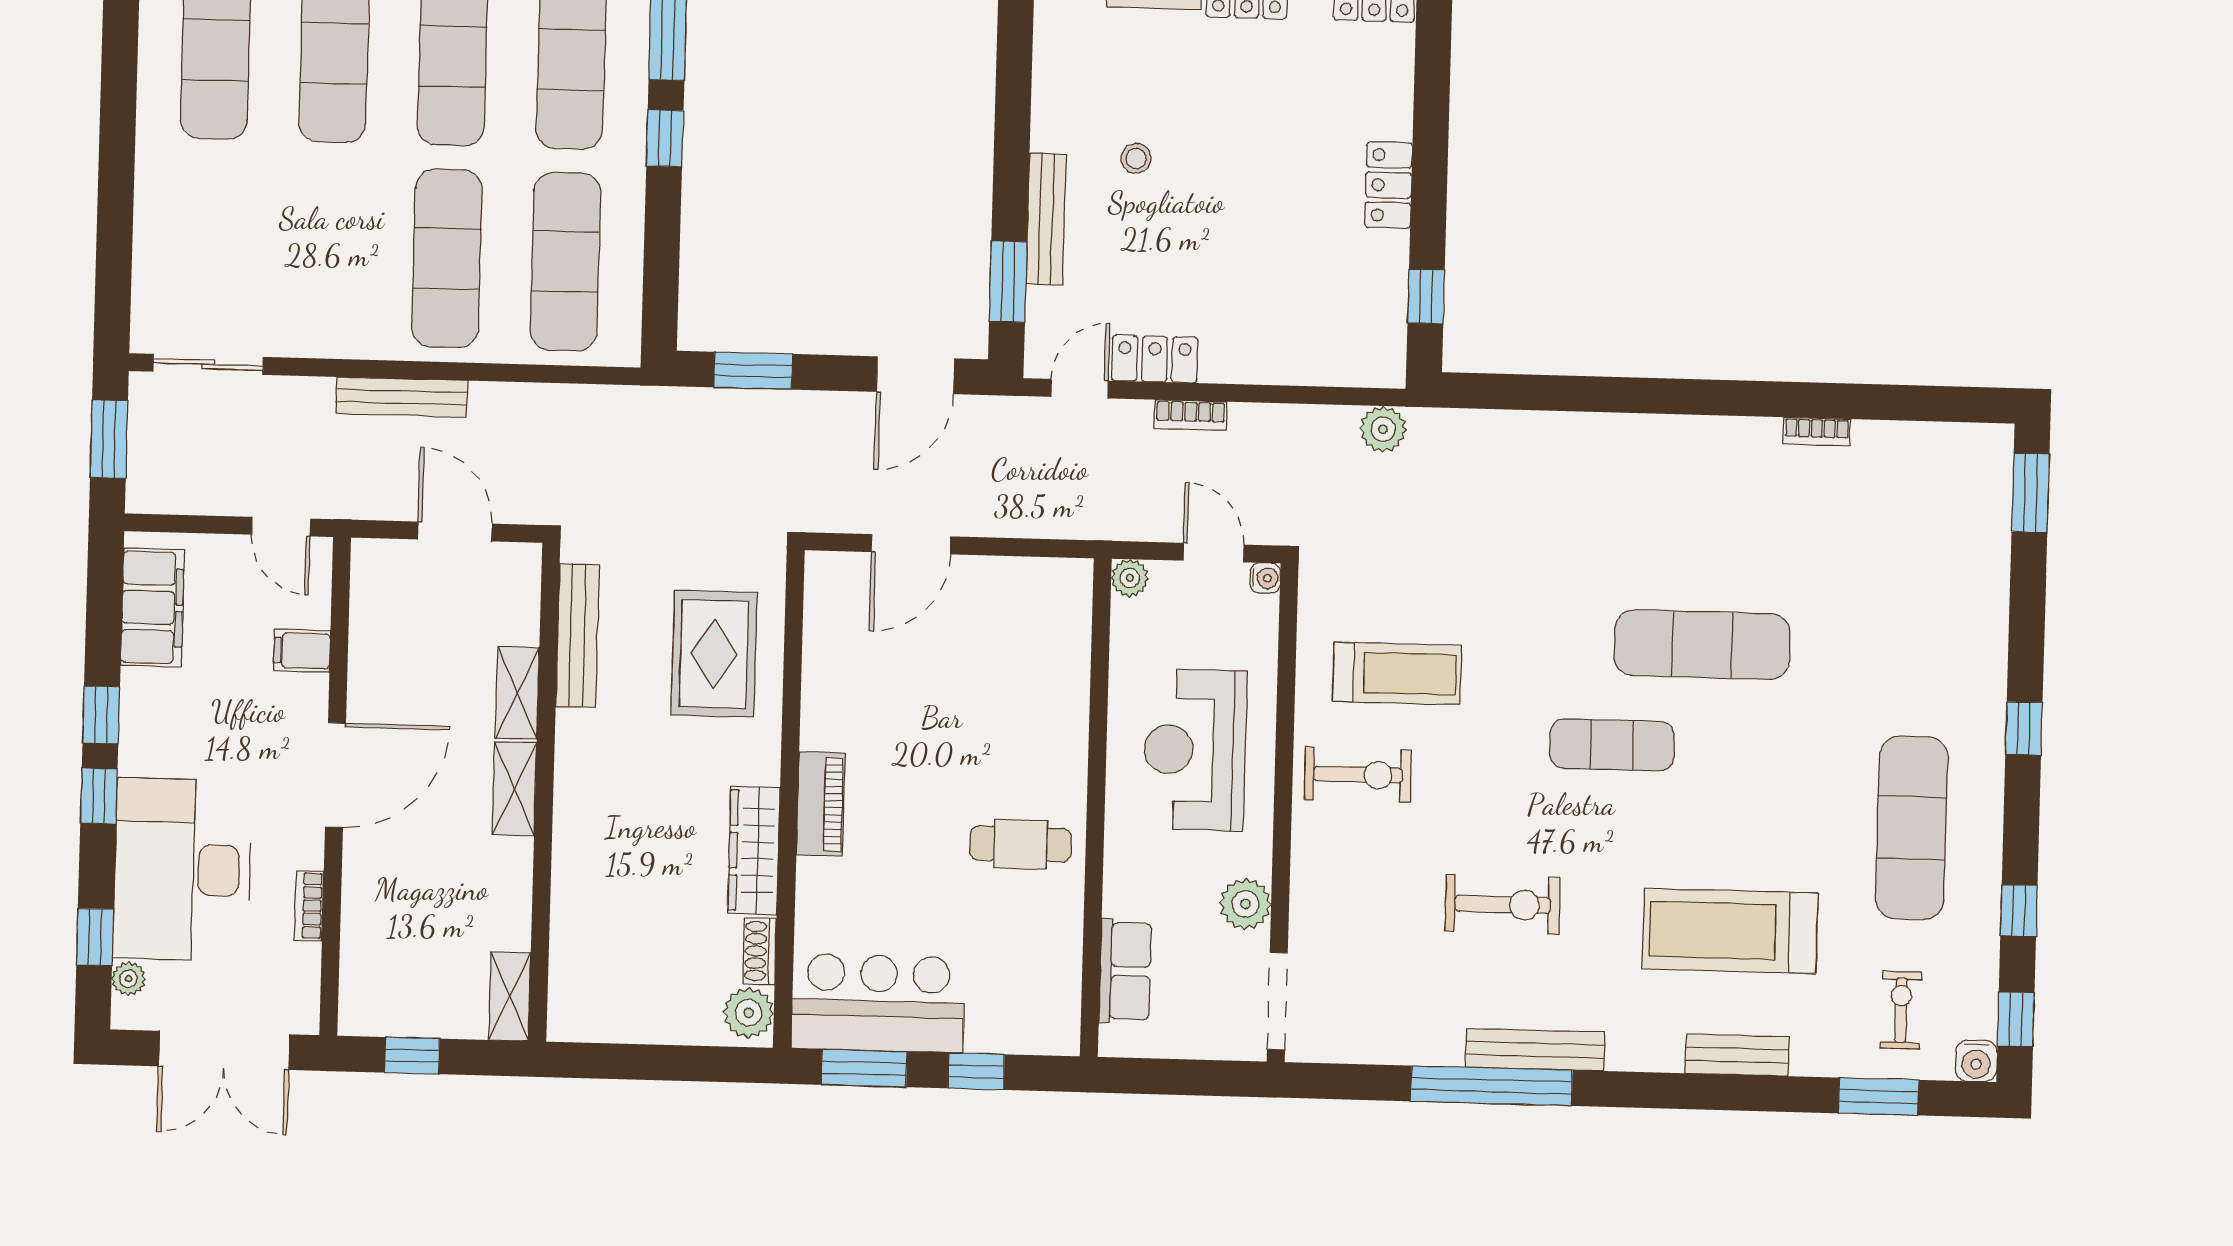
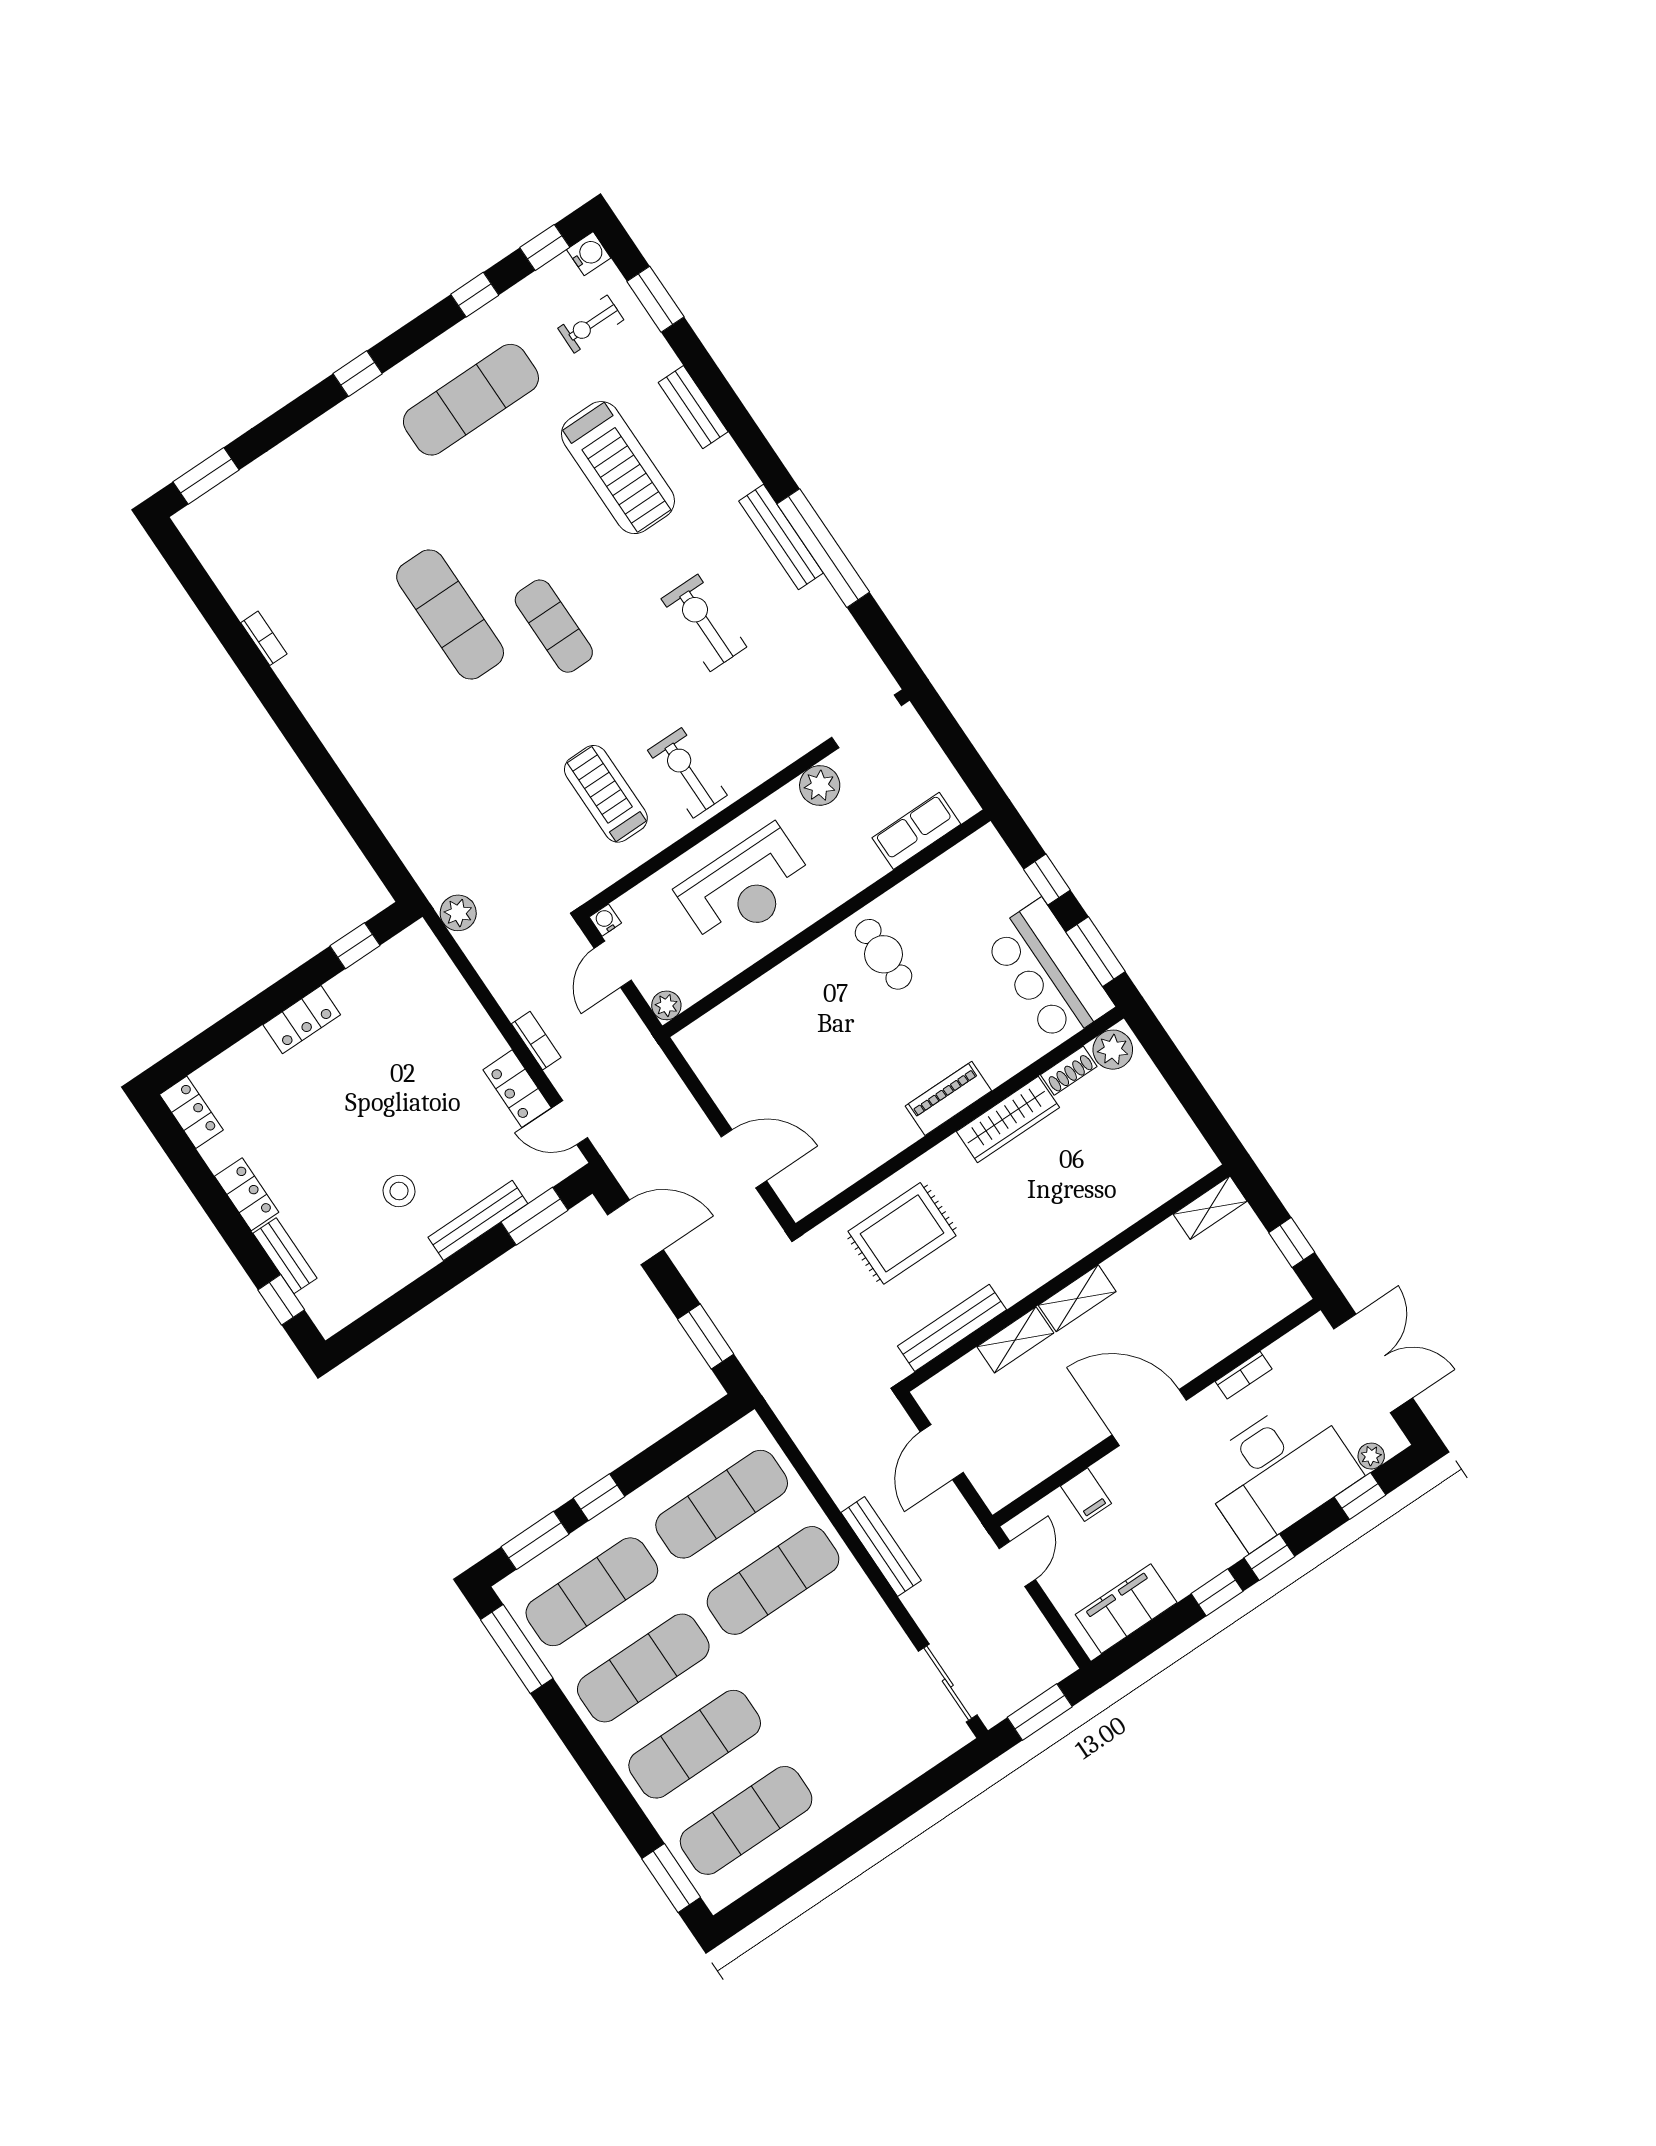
stool: (1136, 158) -> (399, 1191), width x1.37, depth x1.37

